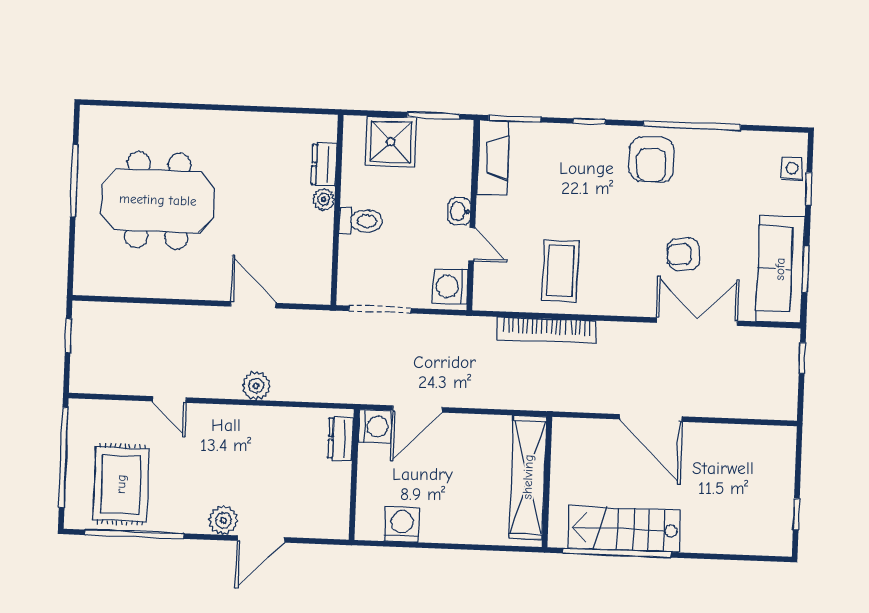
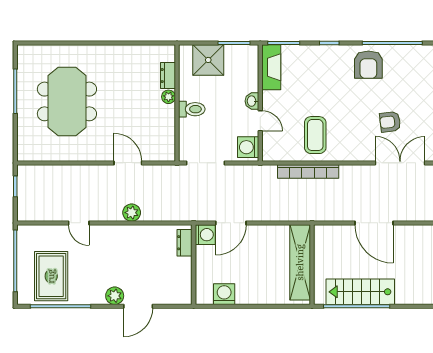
meeting table: (158, 200) -> (67, 101), turned 90

